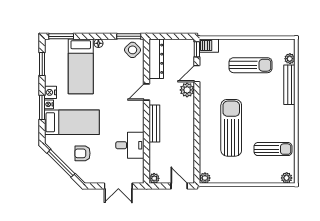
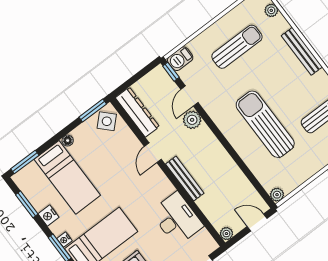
bench: (289, 85) -> (302, 51), moved
nightstand: (50, 92) -> (49, 215), moved
desk: (130, 145) -> (177, 219), width x1.37

